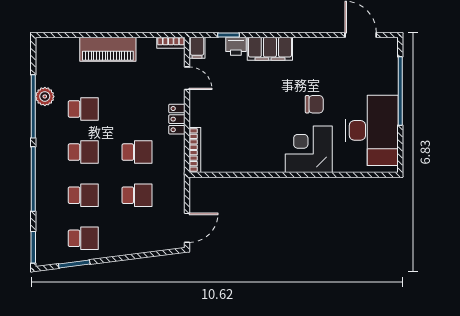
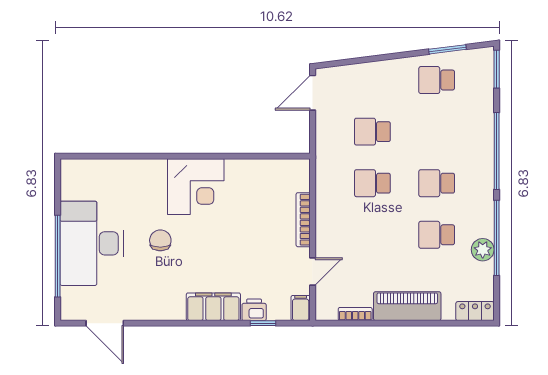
bookcase: (171, 43) -> (355, 314), moved
door: (187, 78) -> (313, 272), swing flipped
chair: (314, 104) -> (160, 240), turned 90
locker: (177, 119) -> (475, 311), moved, turned -90
desk: (372, 130) -> (92, 243), moved
corner desk: (309, 149) -> (196, 187), moved
bookcase: (195, 150) -> (303, 220), moved
school desk: (83, 195) -> (437, 132), removed

